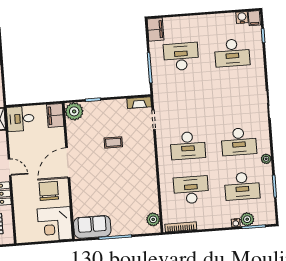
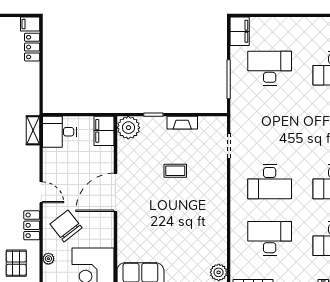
fireplace: (139, 103) -> (182, 123), moved
chair: (49, 191) -> (66, 226), moved, turned -38
plant: (19, 219) -> (48, 259), added

